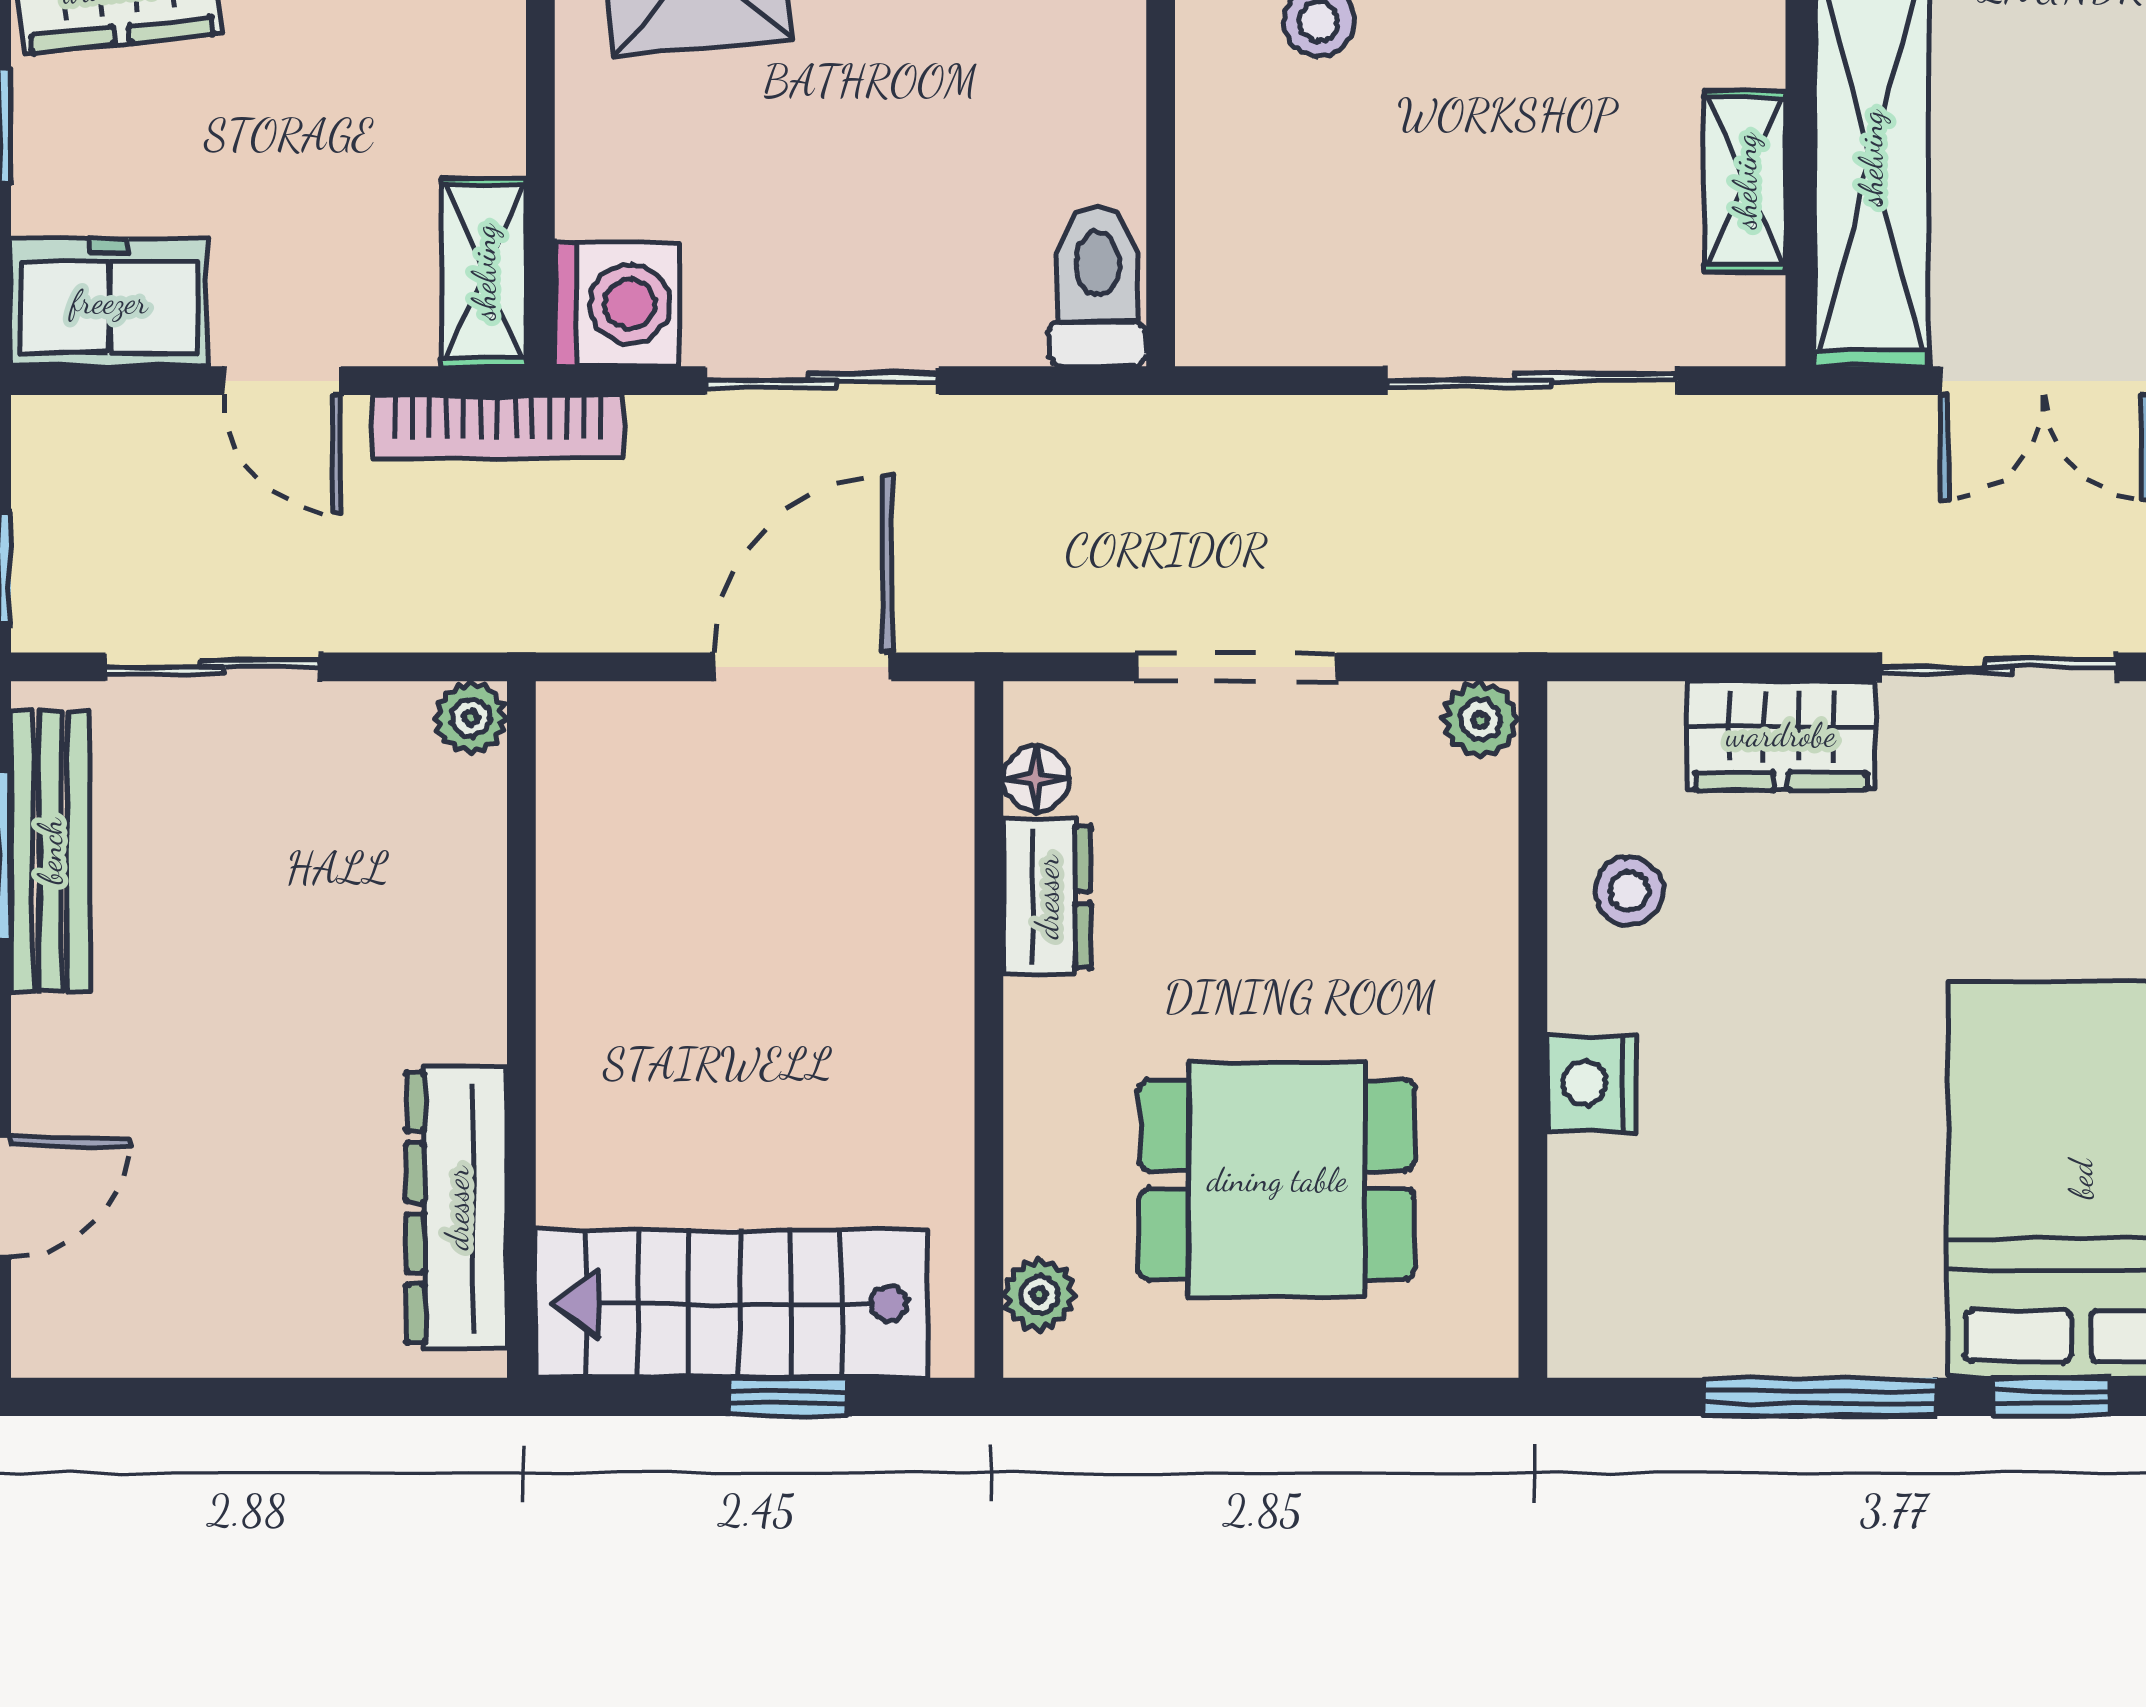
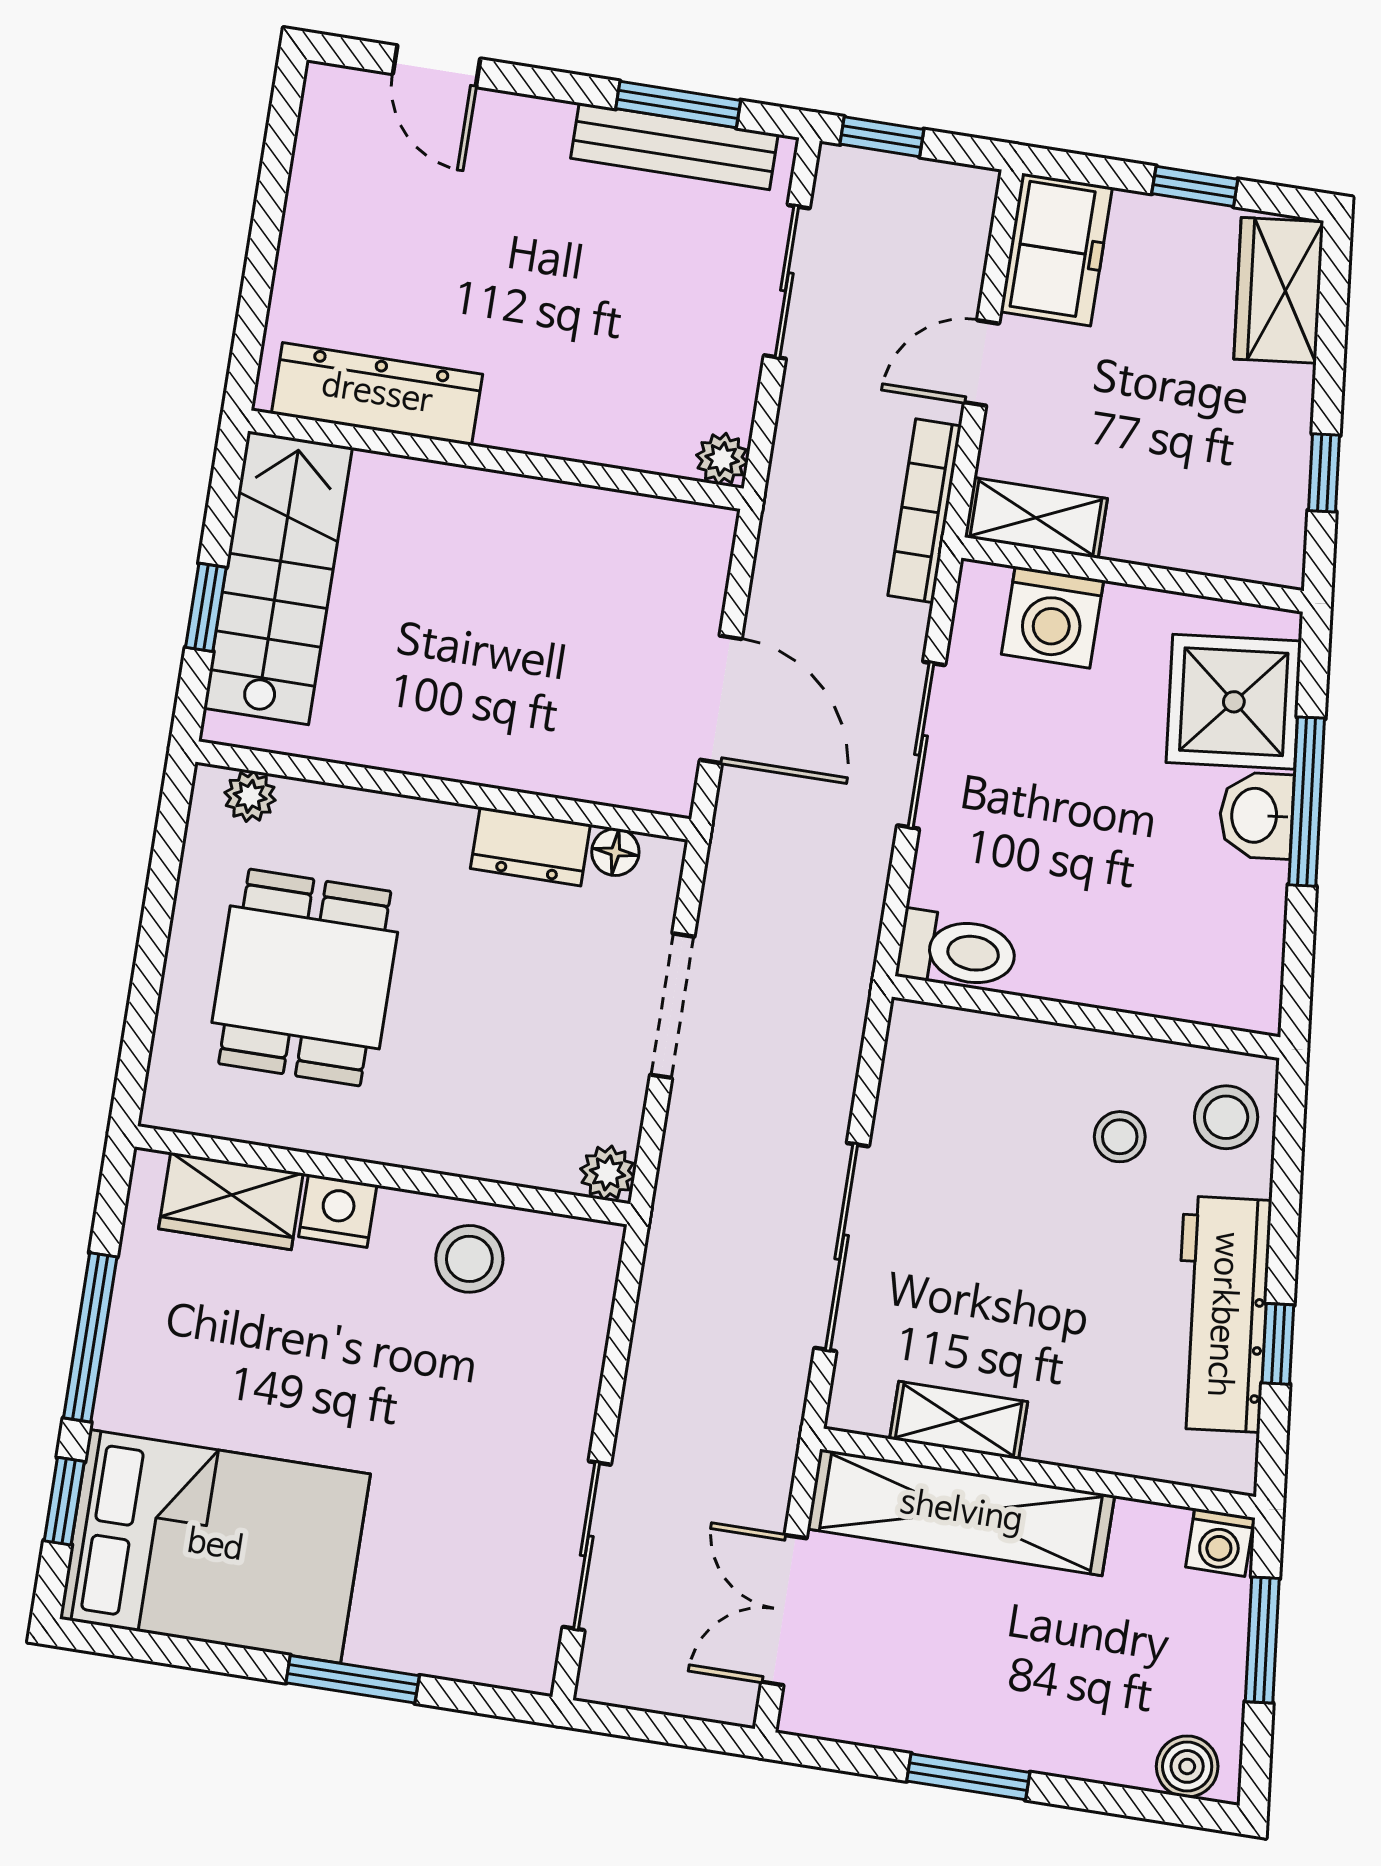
washing machine: (617, 304) -> (1053, 617), moved
wardrobe: (1781, 735) -> (231, 1201), moved, turned -90
stool: (1629, 891) -> (469, 1259), width x1.37, depth x1.37

